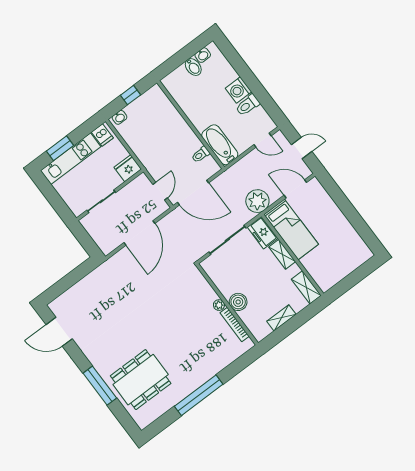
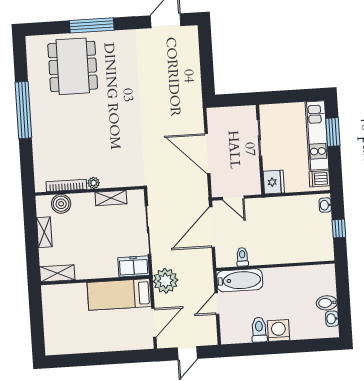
door: (263, 140) -> (217, 304), moved
shelving: (282, 254) -> (111, 198), moved
boiler: (238, 302) -> (61, 204), moved

